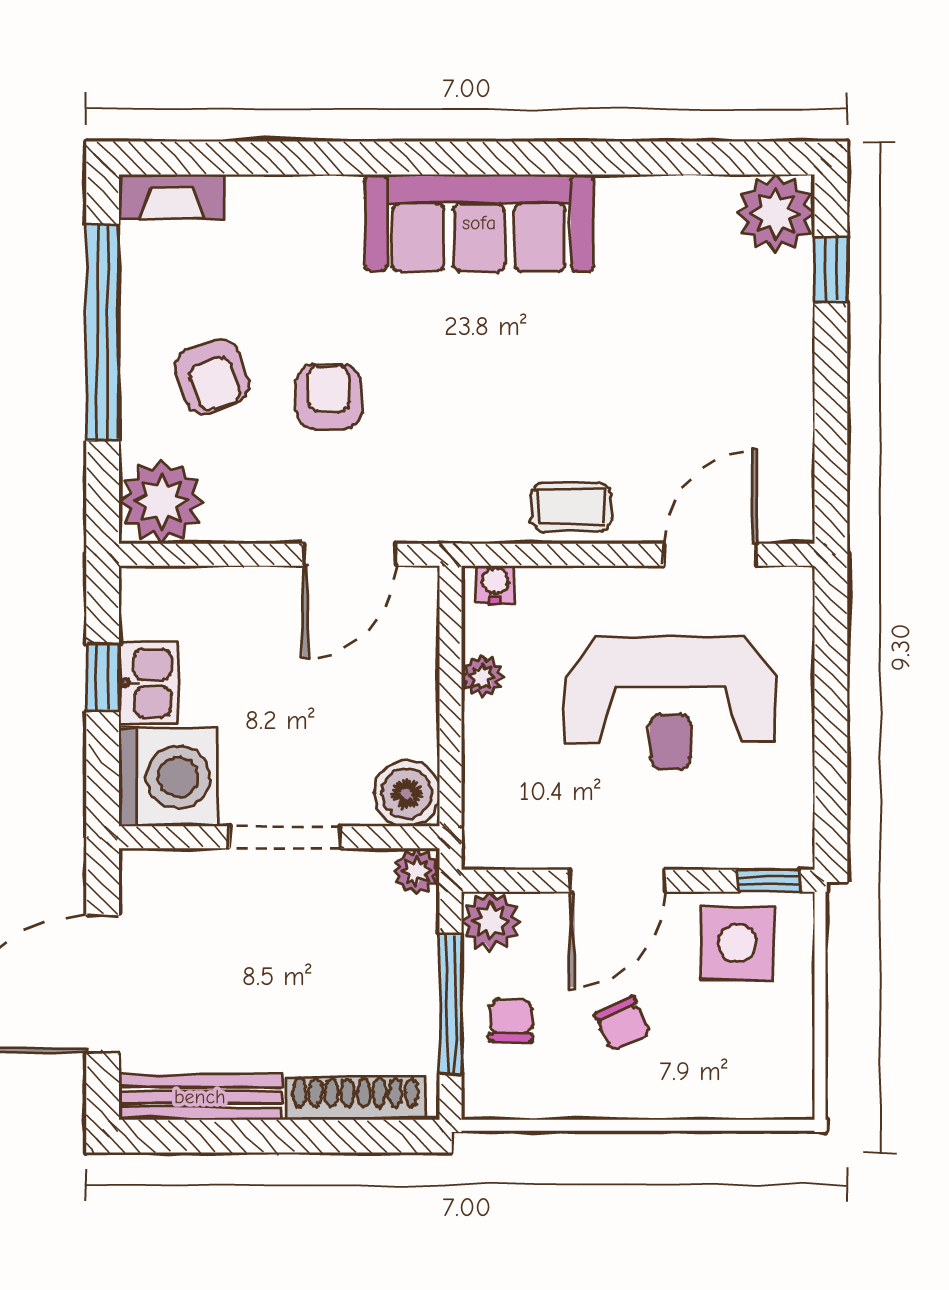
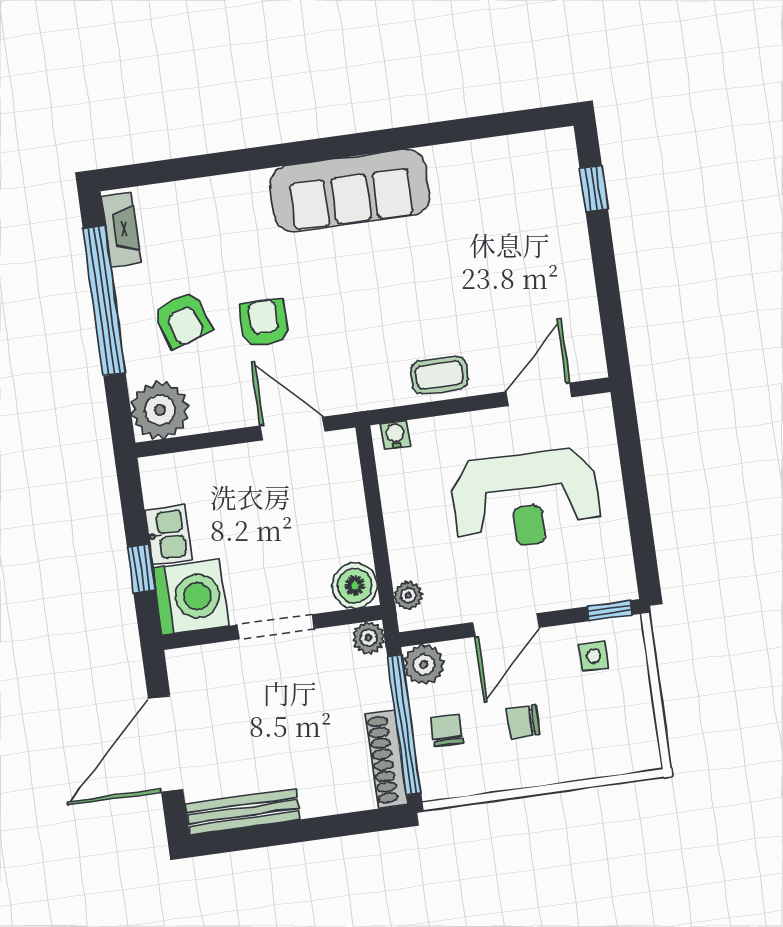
fireplace: (171, 197) -> (121, 229), moved, turned -90
plant: (775, 213) -> (551, 156), removed
door: (349, 555) -> (293, 428), swing flipped
window: (103, 677) -> (141, 568), moved
plant: (482, 677) -> (408, 595), moved
side table: (737, 943) -> (594, 656), width x0.54, depth x0.54
window: (450, 1004) -> (404, 725), width x1.46
chair: (622, 1024) -> (523, 722), turned 115
shoe rack: (356, 1098) -> (387, 759), moved, turned -90

